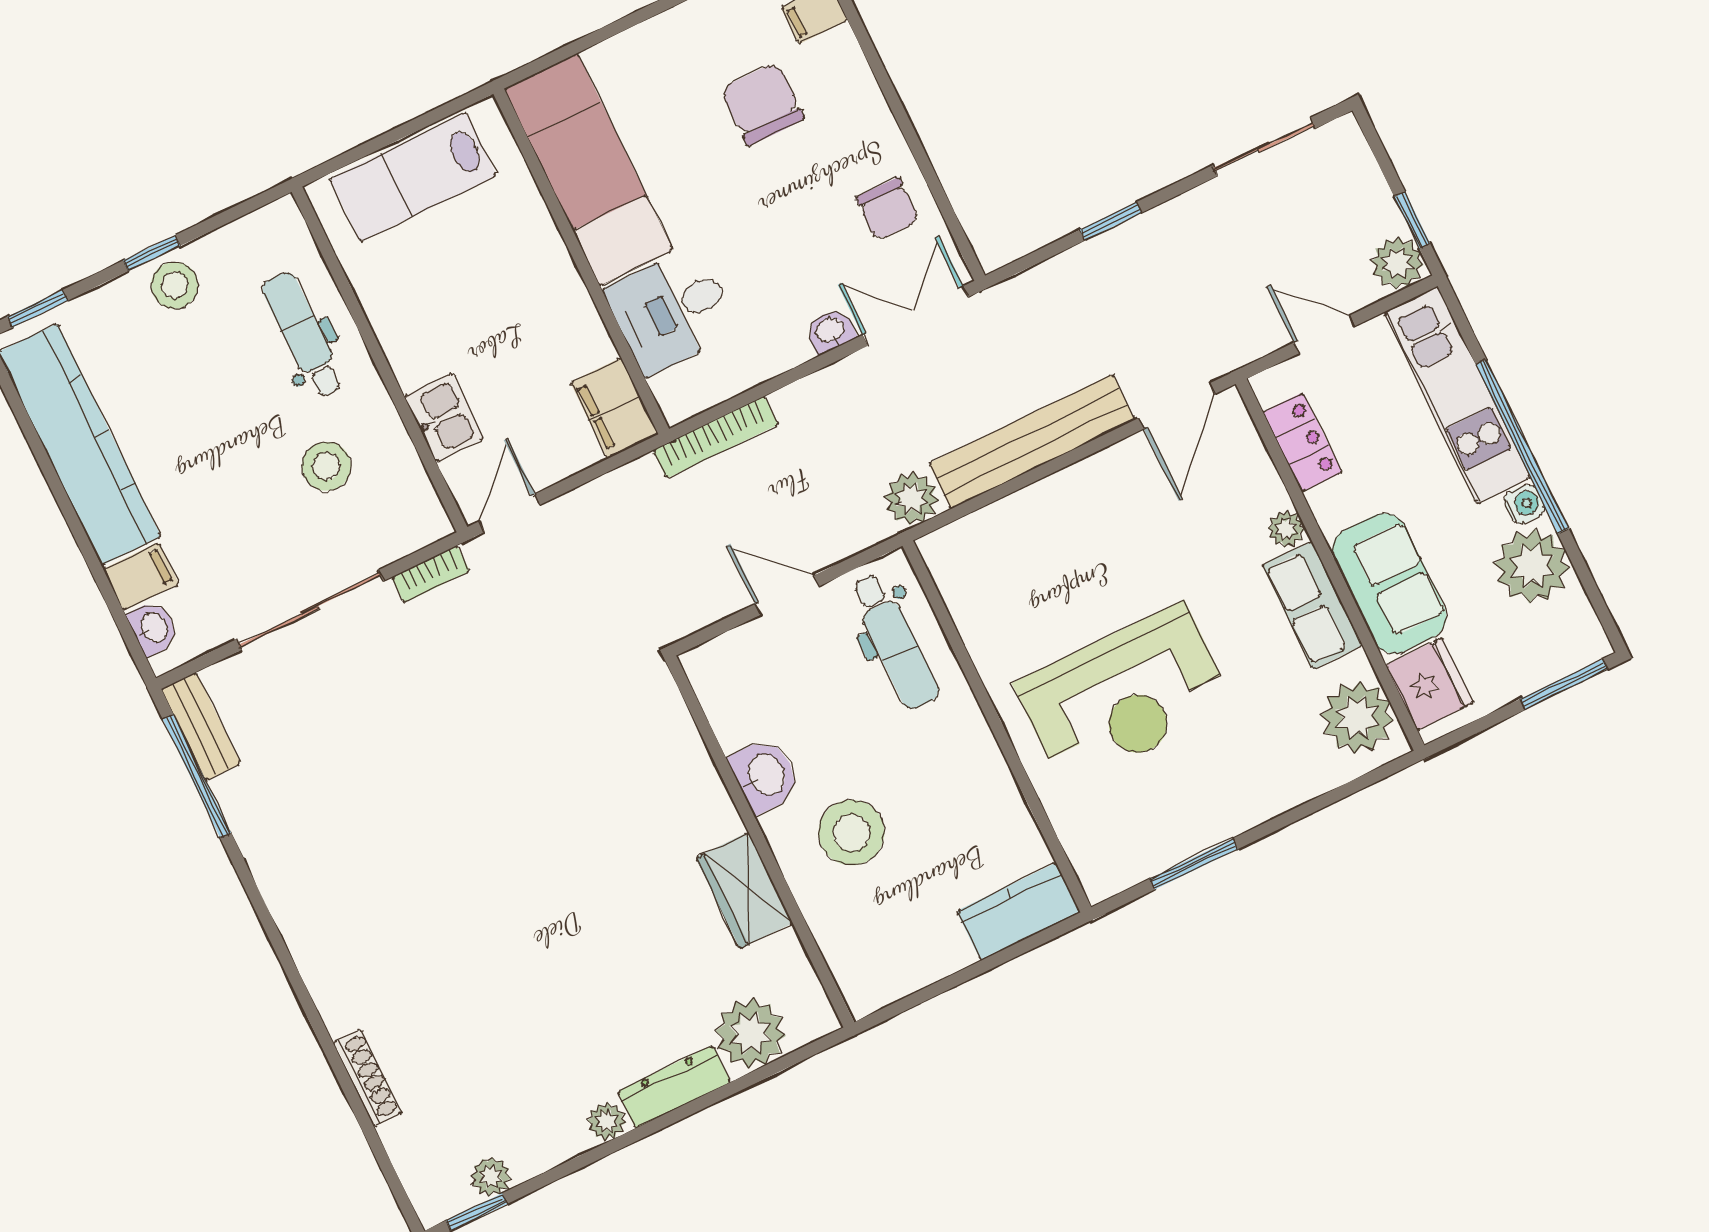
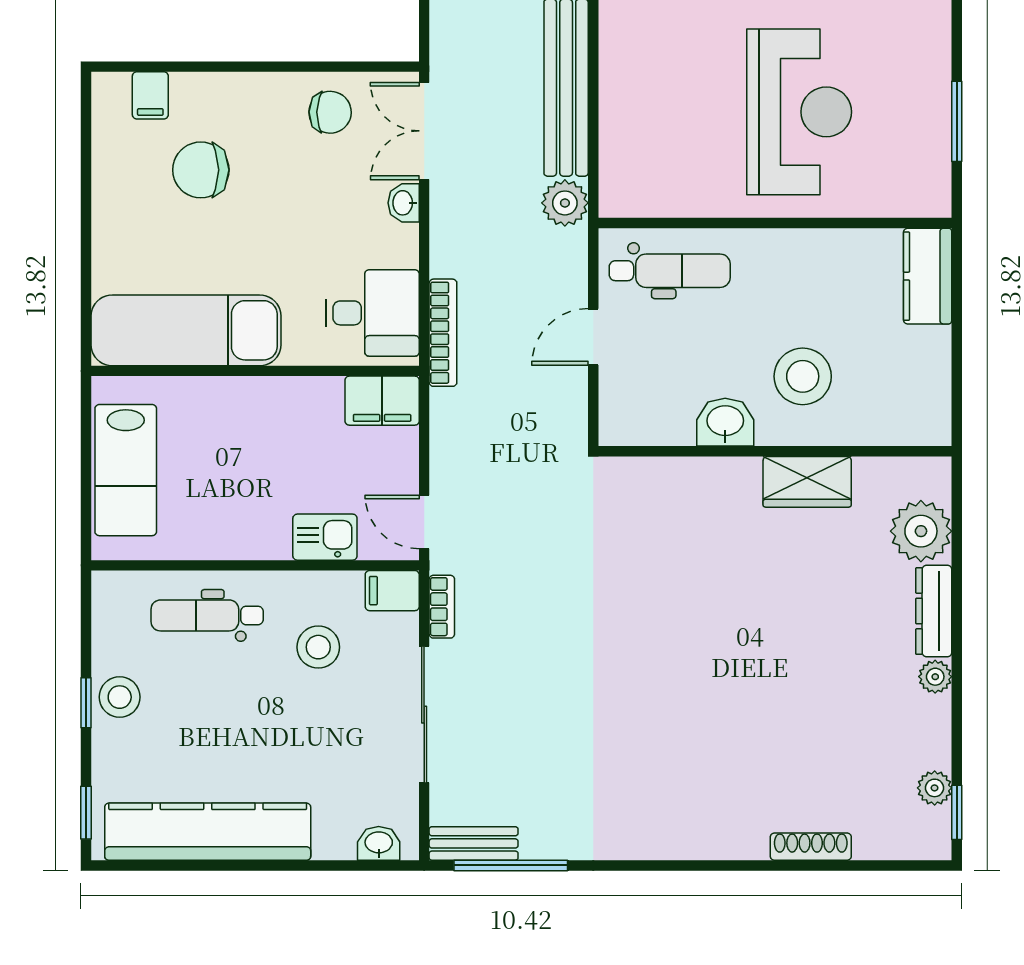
desk: (671, 311) -> (372, 313), moved, turned -90
filing cabinet: (141, 577) -> (392, 591), moved, turned -90

